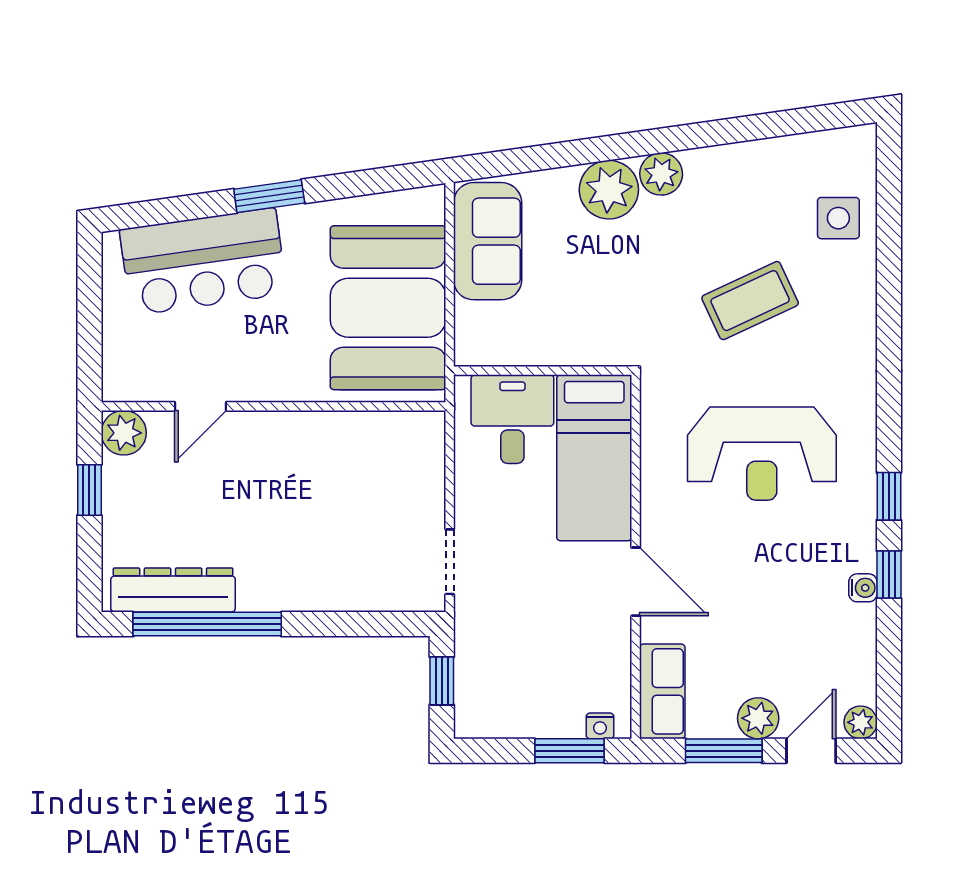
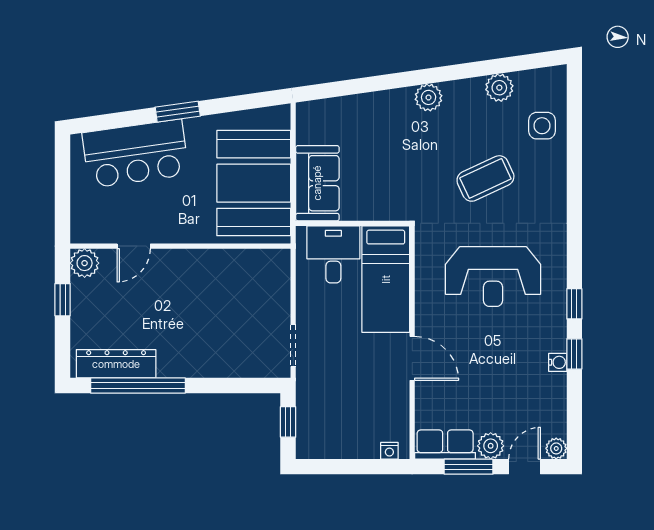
plant: (609, 190) -> (499, 88), moved, width x0.73, depth x0.73
sofa: (488, 241) -> (317, 183), moved
row of seats: (662, 691) -> (445, 444), moved, turned -90
window: (569, 751) -> (370, 467), removed

